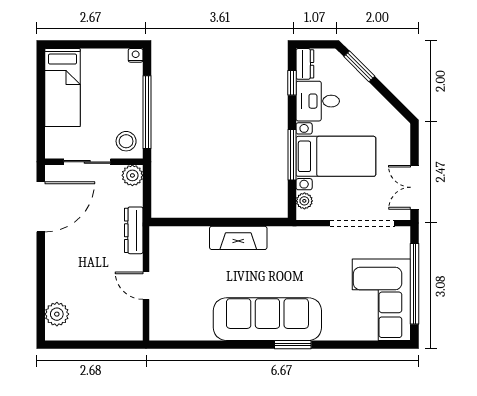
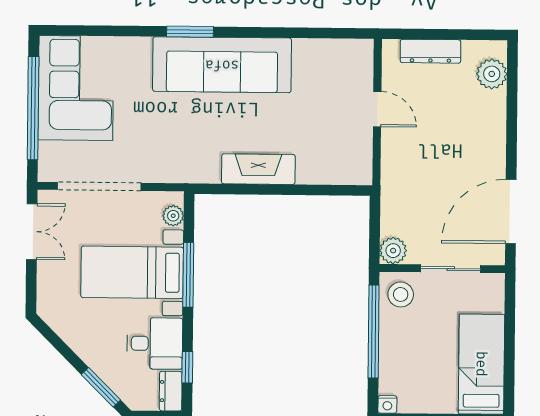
dresser: (134, 230) -> (430, 51), moved, turned 90

